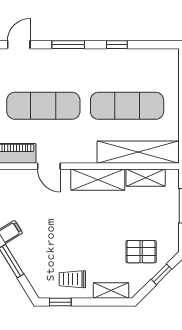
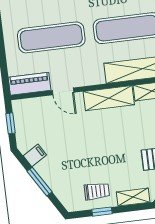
trolley: (72, 279) -> (97, 191), turned 180
window: (60, 302) -> (102, 212), moved

